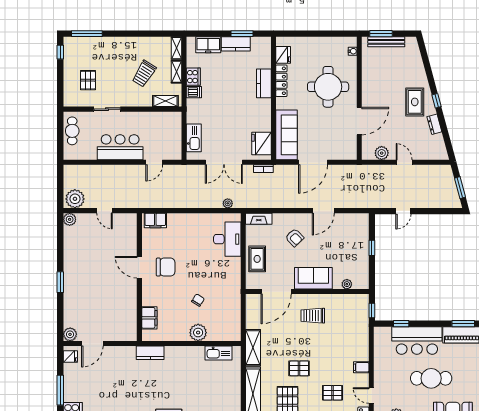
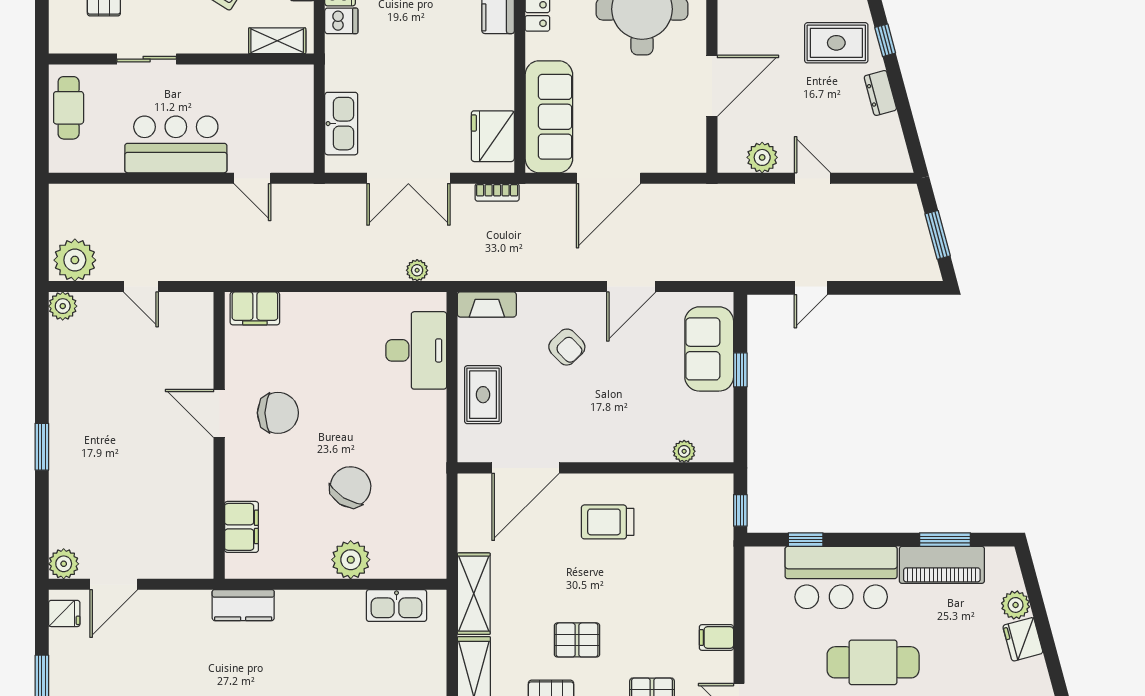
rug: (415, 102) -> (836, 43), turned 90
door: (154, 162) -> (252, 178), hinge flipped
sofa: (313, 278) -> (709, 349), moved, turned -90
chair: (198, 300) -> (351, 487), width x1.87, depth x1.87

